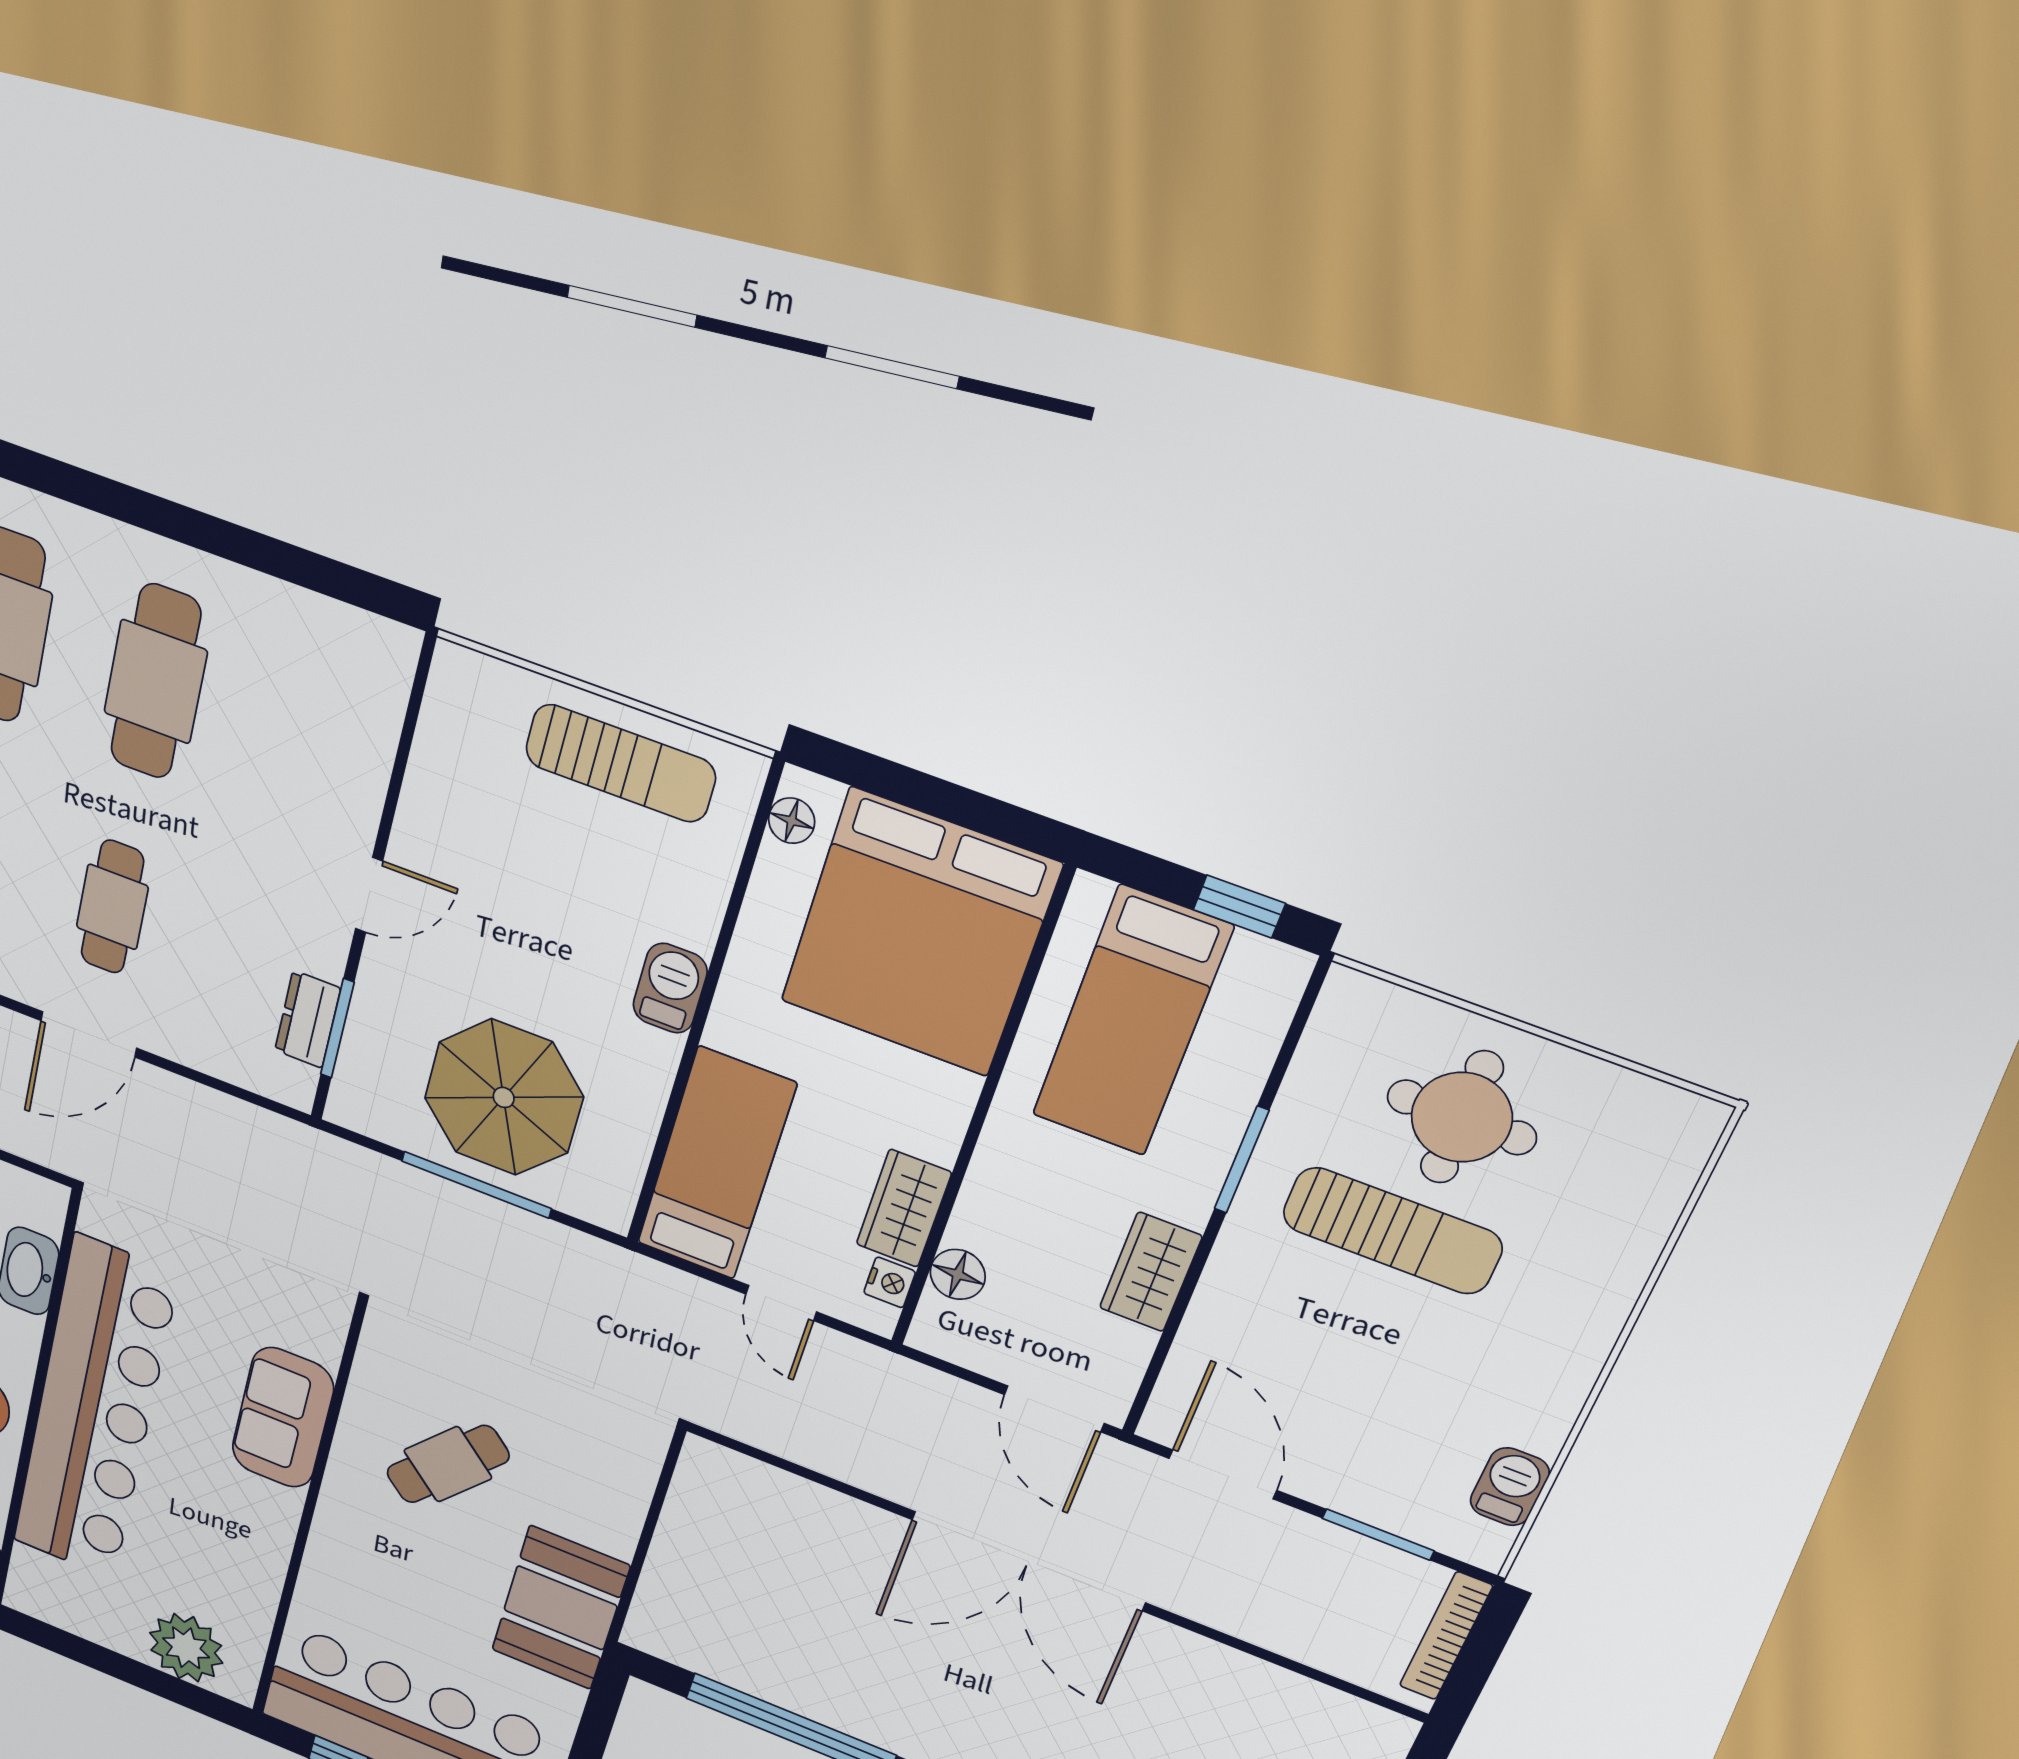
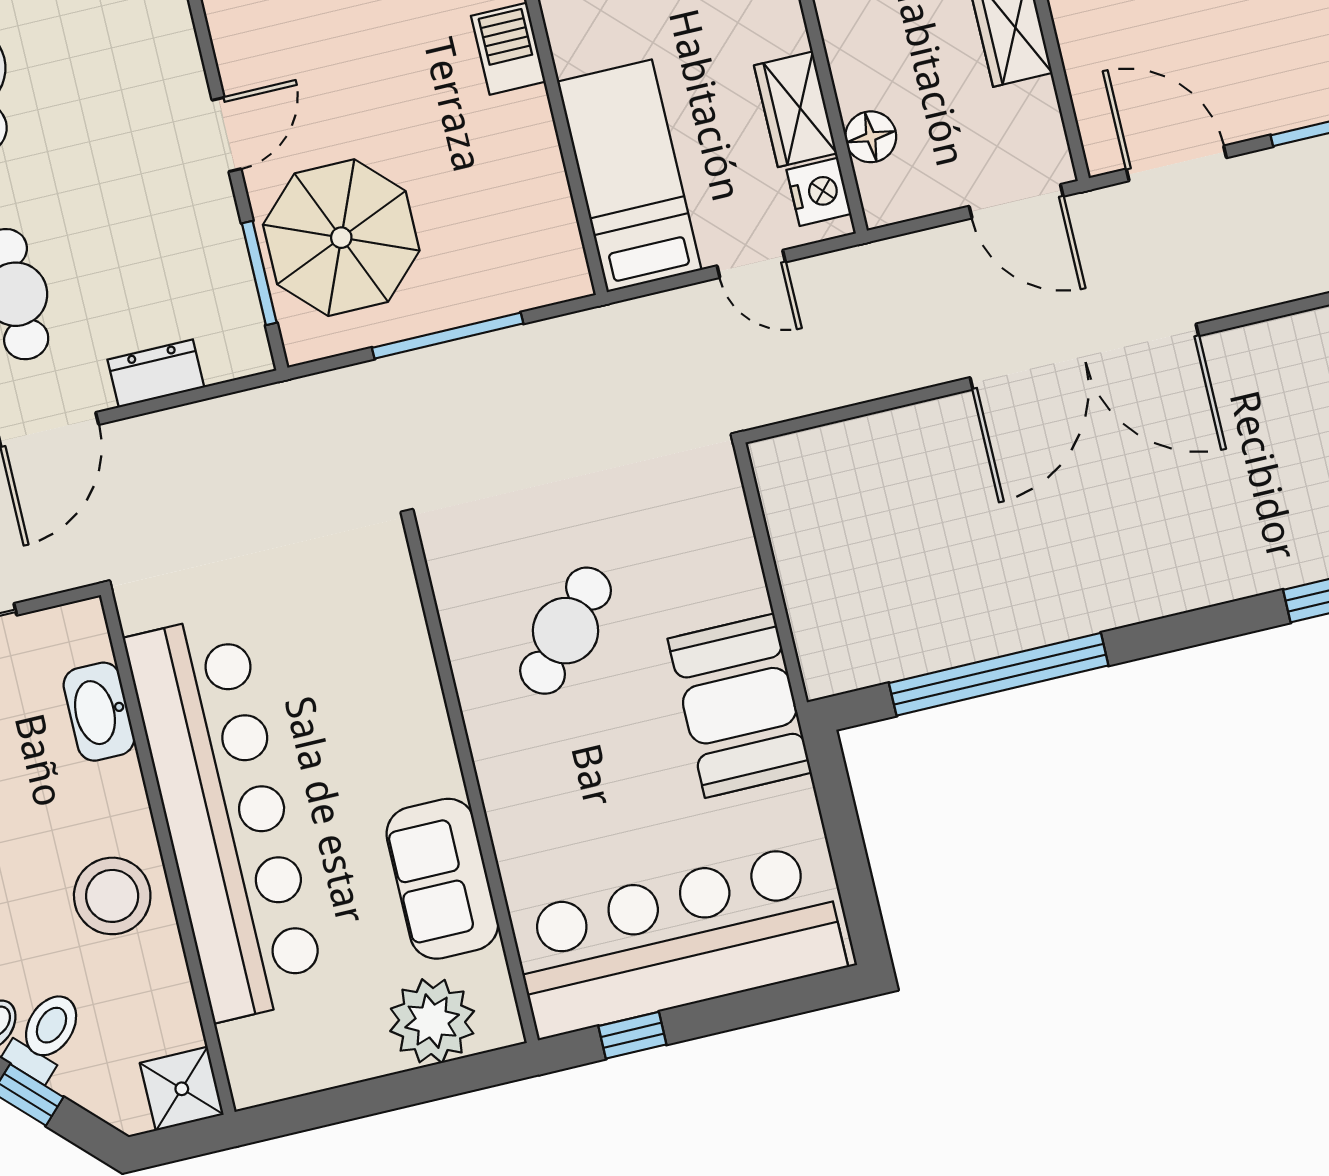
dresser: (308, 1019) -> (156, 373), moved, turned 90
parasol: (504, 1097) -> (341, 238), moved
nightstand: (890, 1282) -> (819, 192), width x1.39, depth x1.35
sofa: (283, 1418) -> (442, 879), moved

